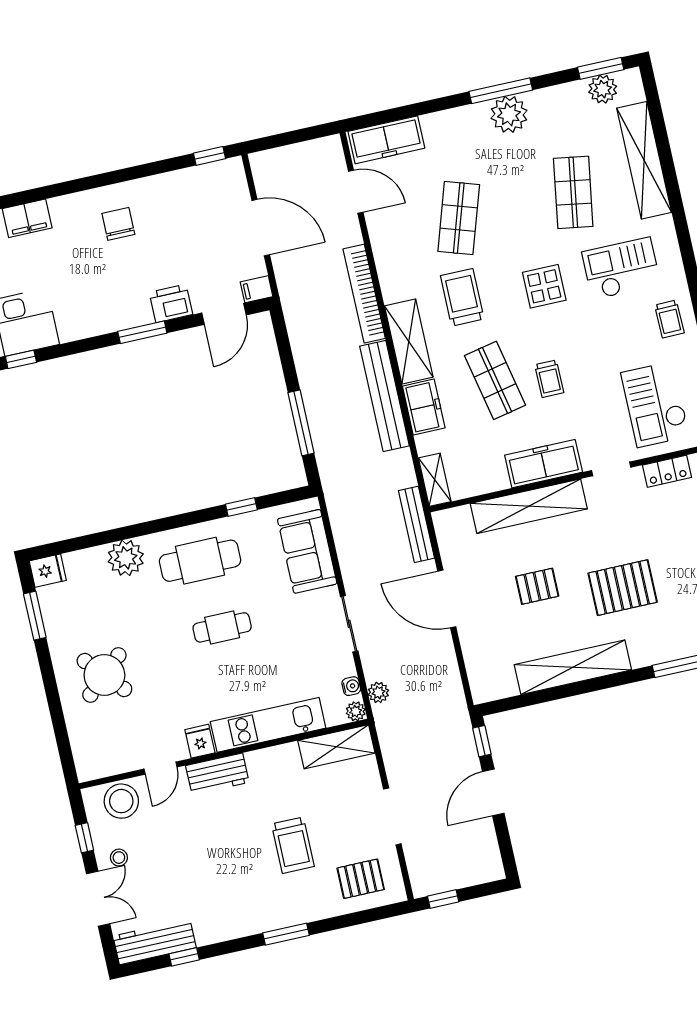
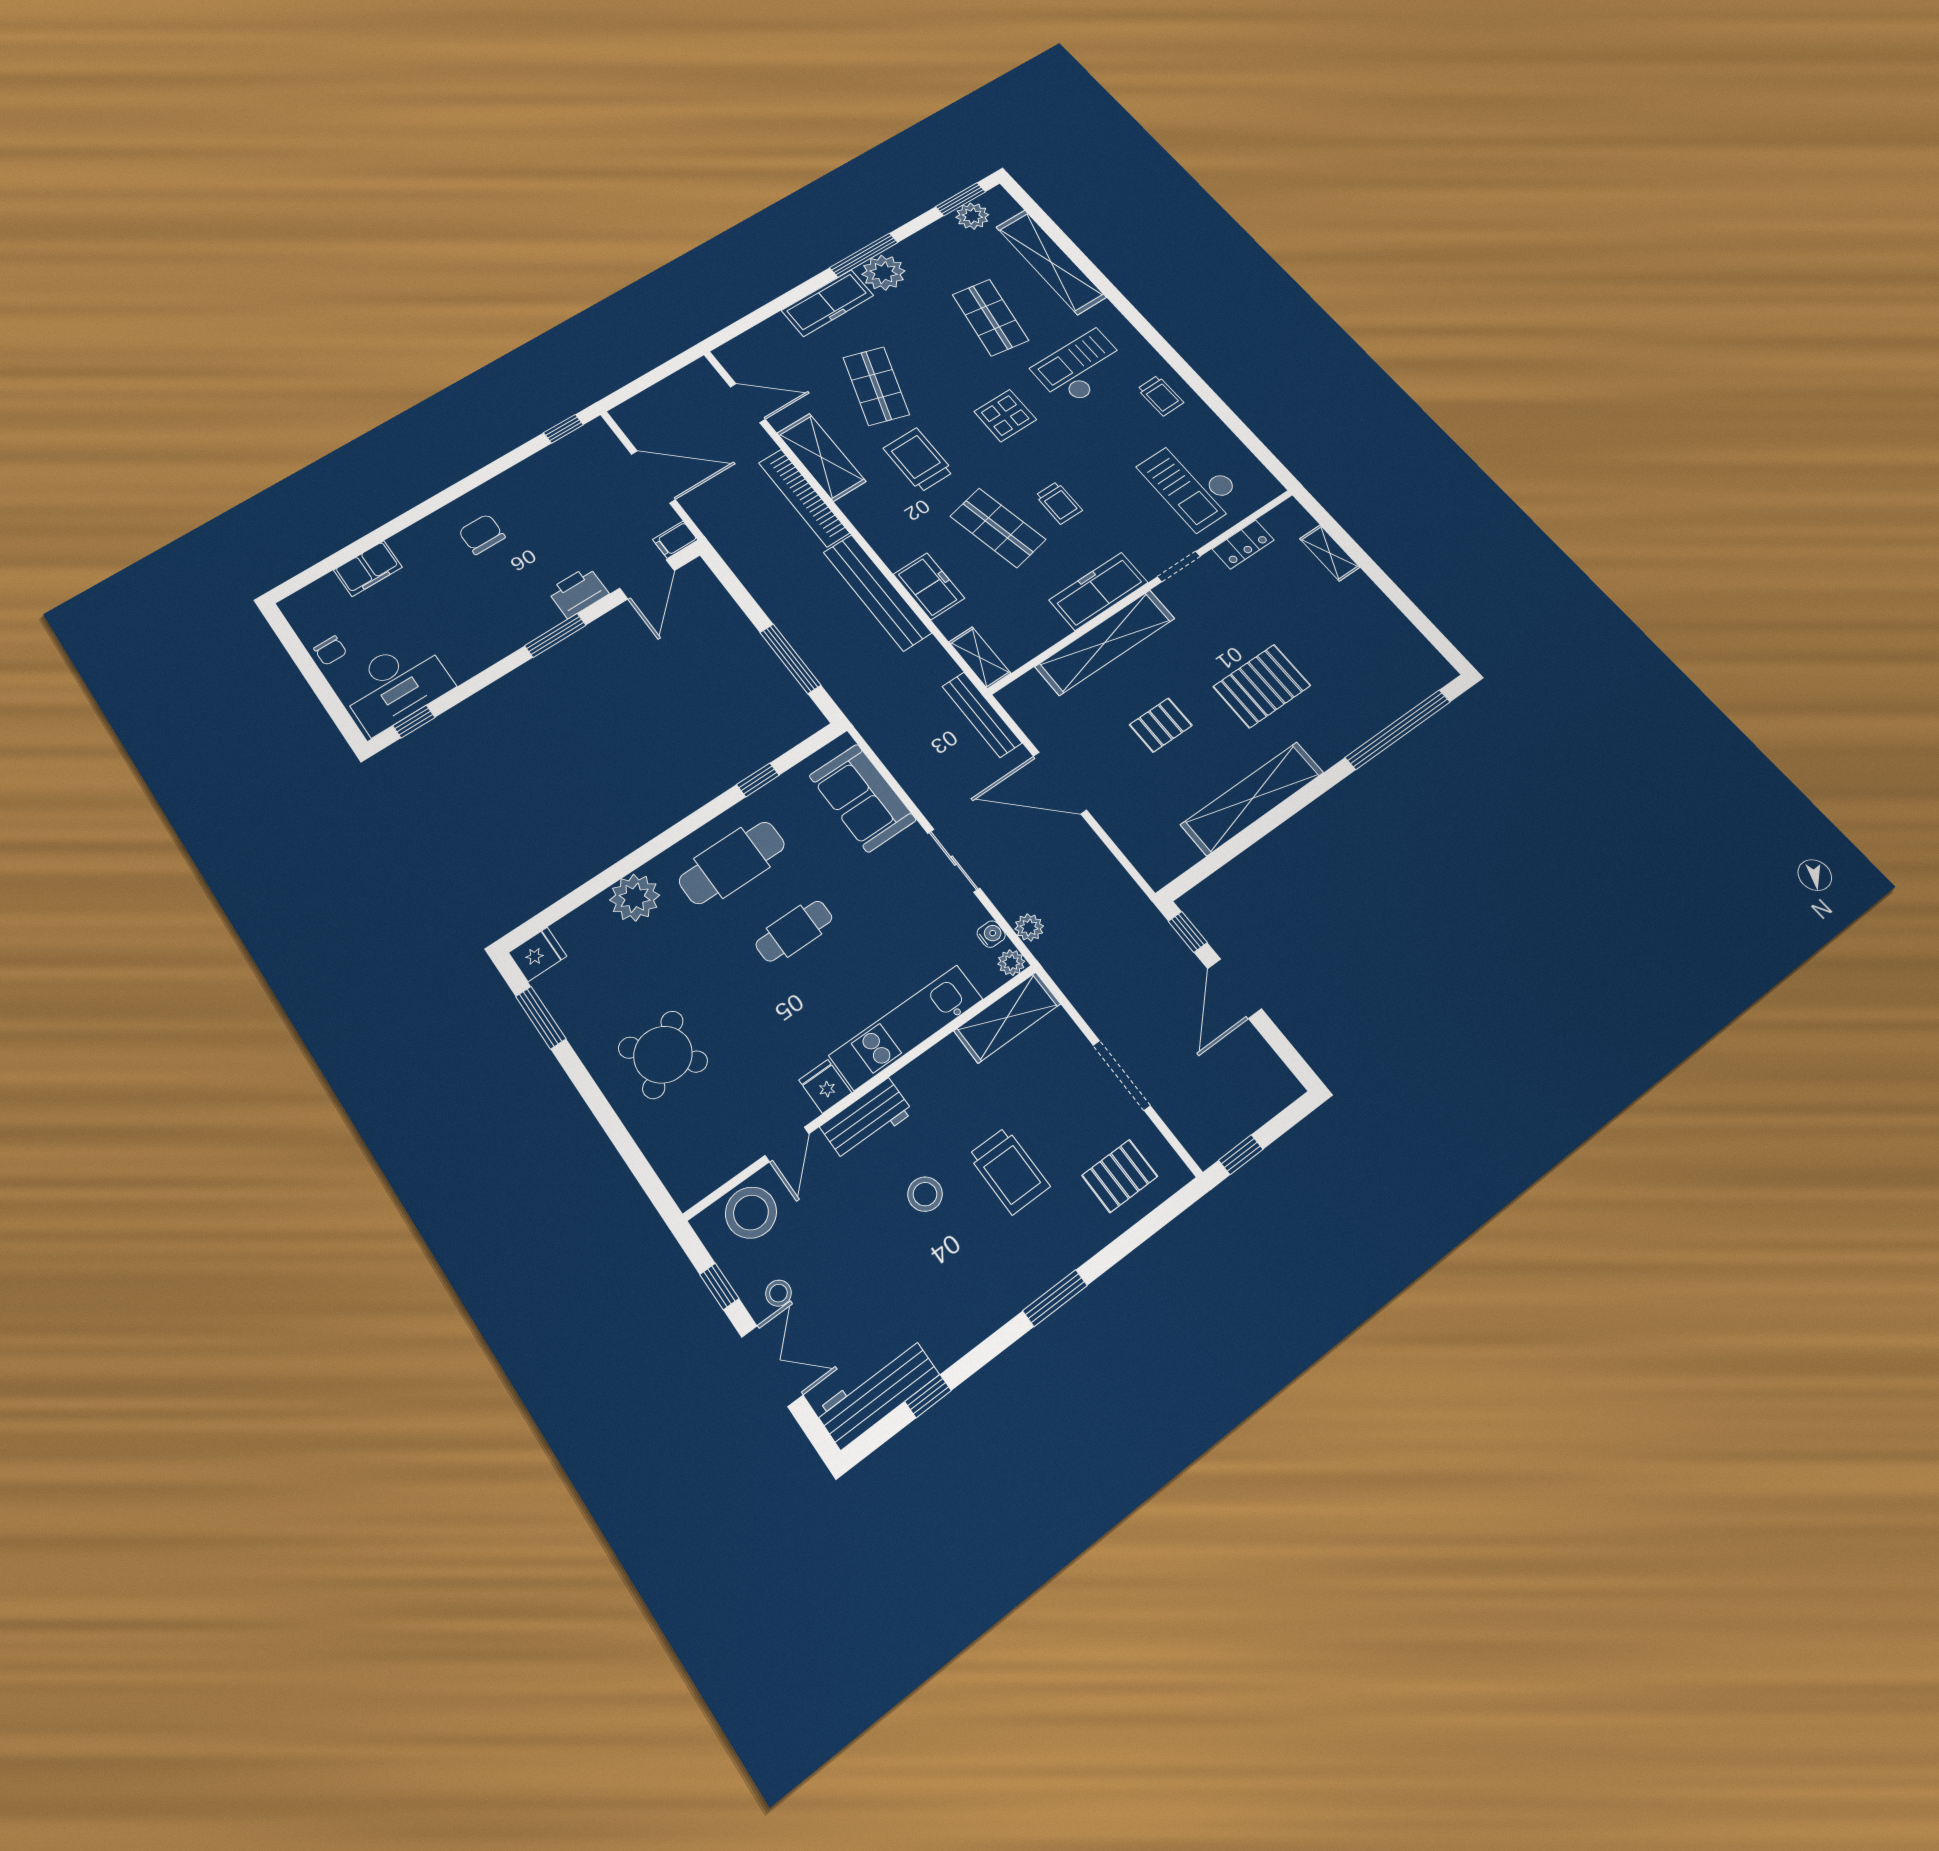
freezer: (386, 140) -> (828, 303), moved
shelving: (409, 341) -> (821, 457), moved
stool: (234, 837) -> (925, 1194), added

